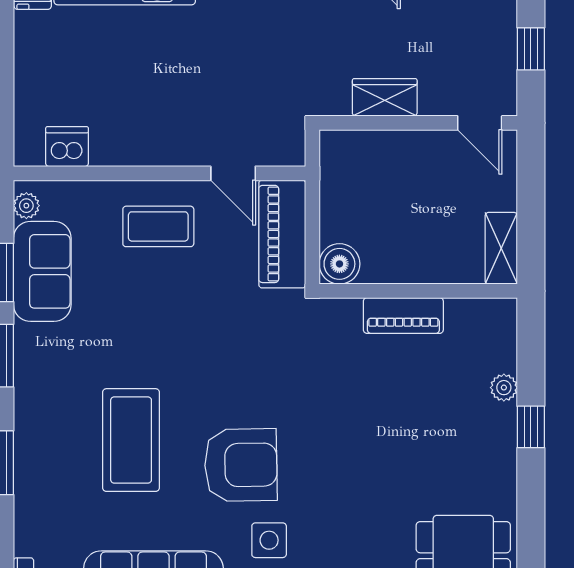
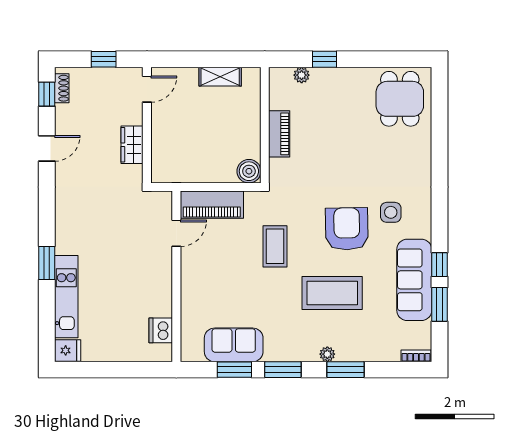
plant: (26, 206) -> (327, 354), moved
coffee table: (158, 226) -> (275, 246), moved
boiler: (339, 264) -> (249, 171), moved
wall: (418, 291) -> (265, 125), moved
piano: (403, 316) -> (279, 134), moved

